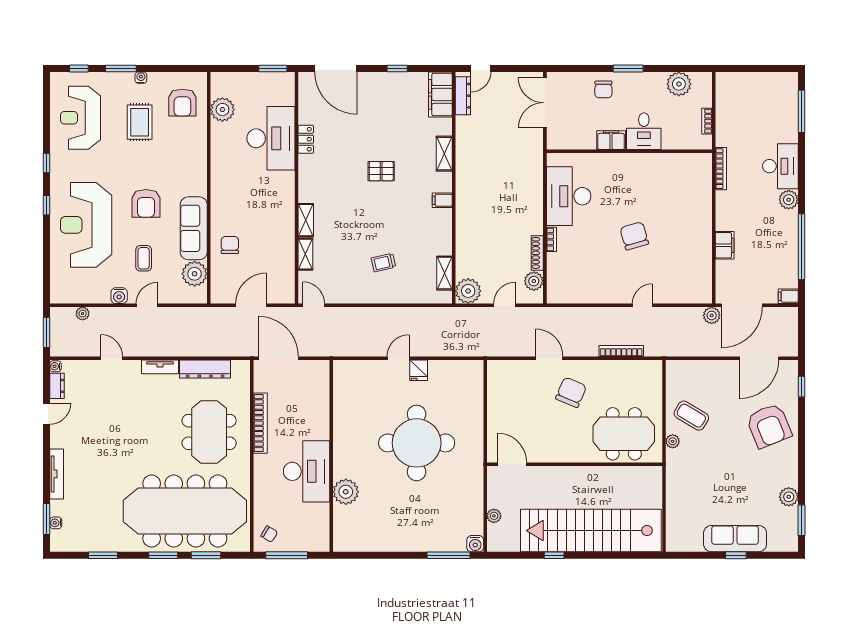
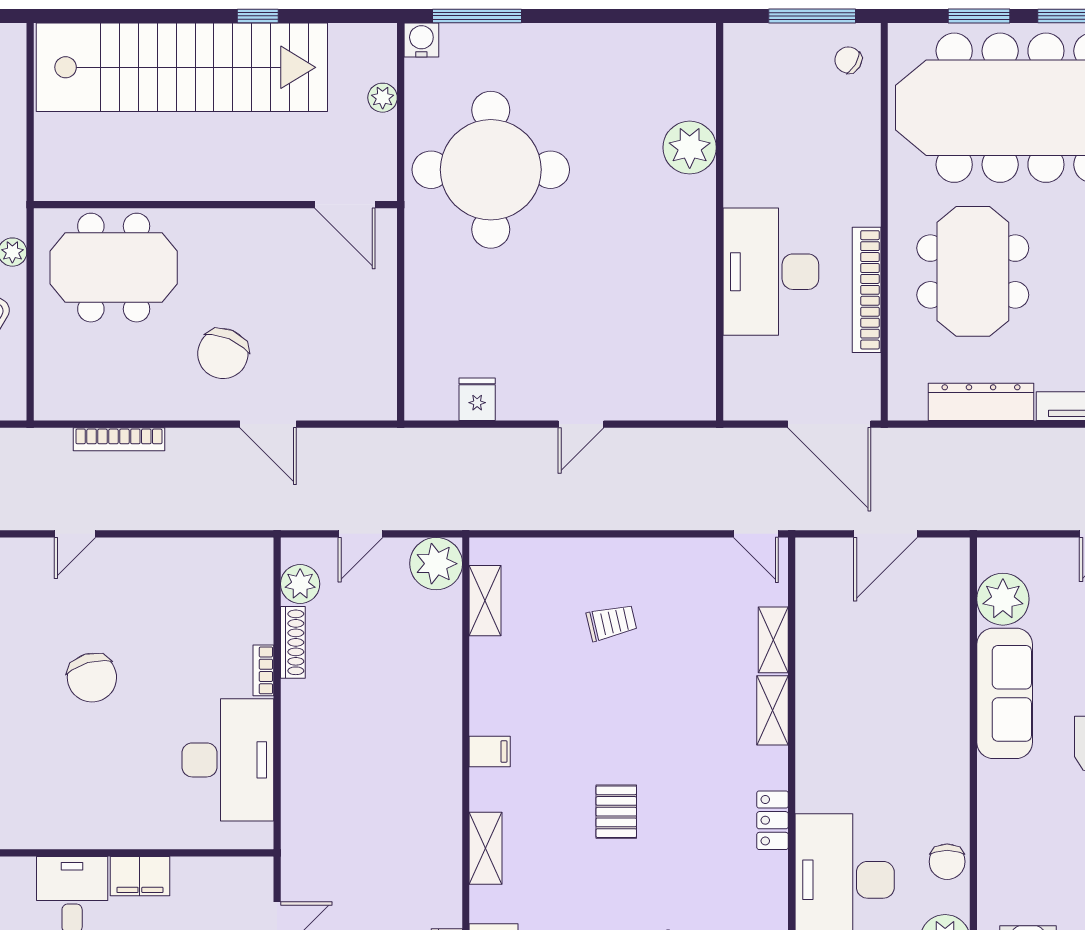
locker: (306, 139) -> (772, 820), moved
pallet: (381, 171) -> (616, 812), turned 90
chair: (230, 245) -> (947, 862), moved
fridge: (419, 370) -> (477, 399), moved
round table: (417, 443) -> (491, 170), moved
desk: (307, 471) -> (771, 272), moved

